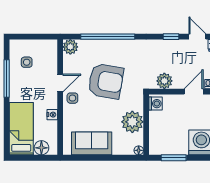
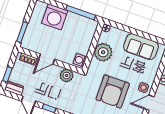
armchair: (106, 81) -> (113, 92), turned -100
window: (174, 158) -> (81, 13), width x1.44

